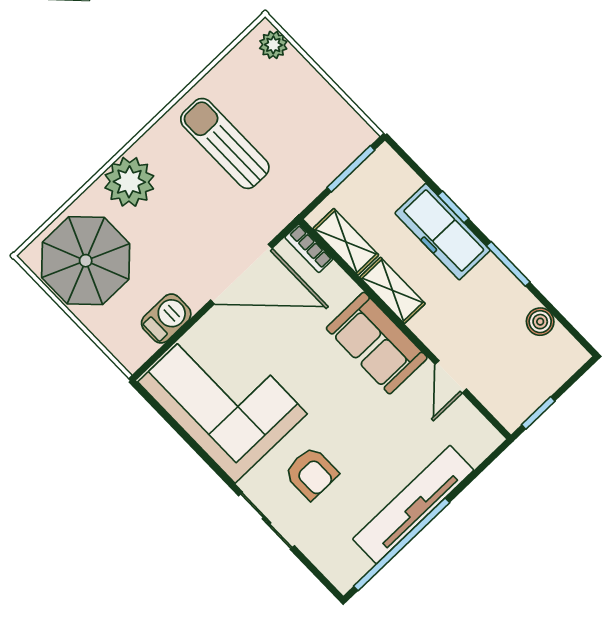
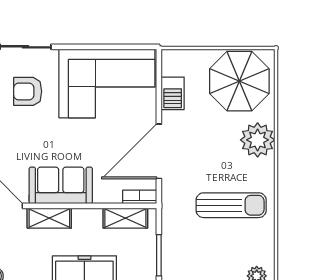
shelving: (392, 290) -> (49, 218), moved

